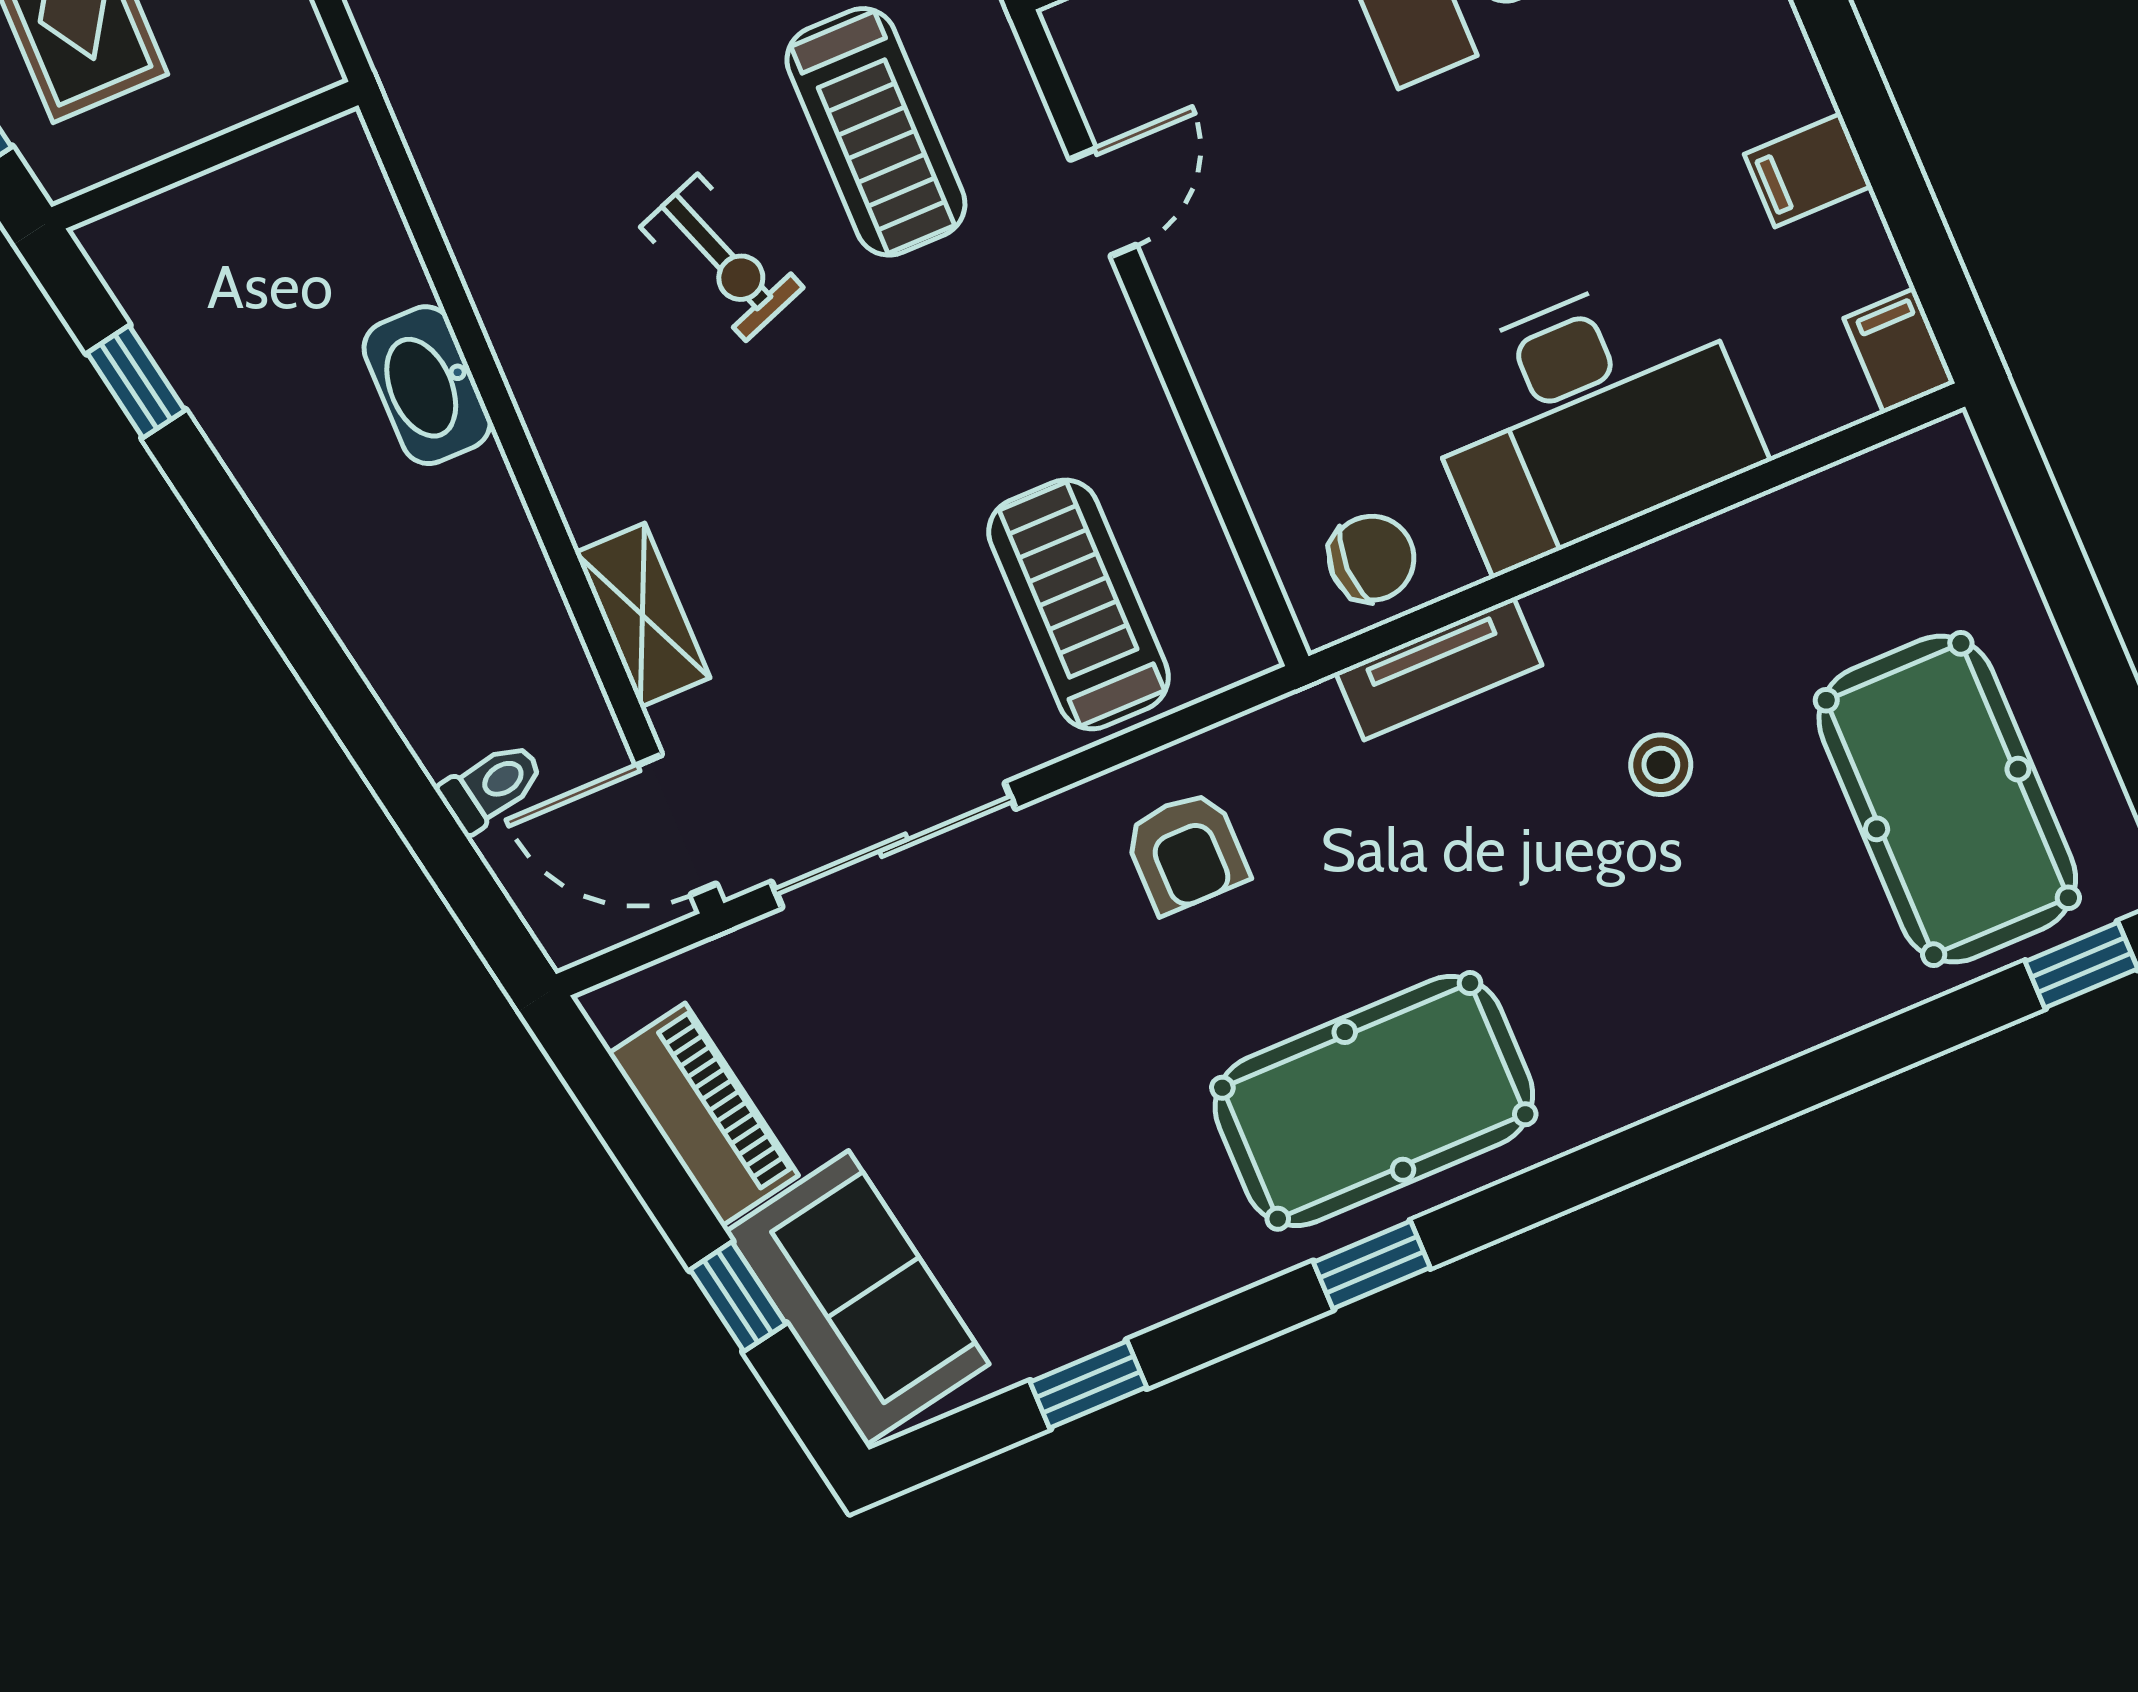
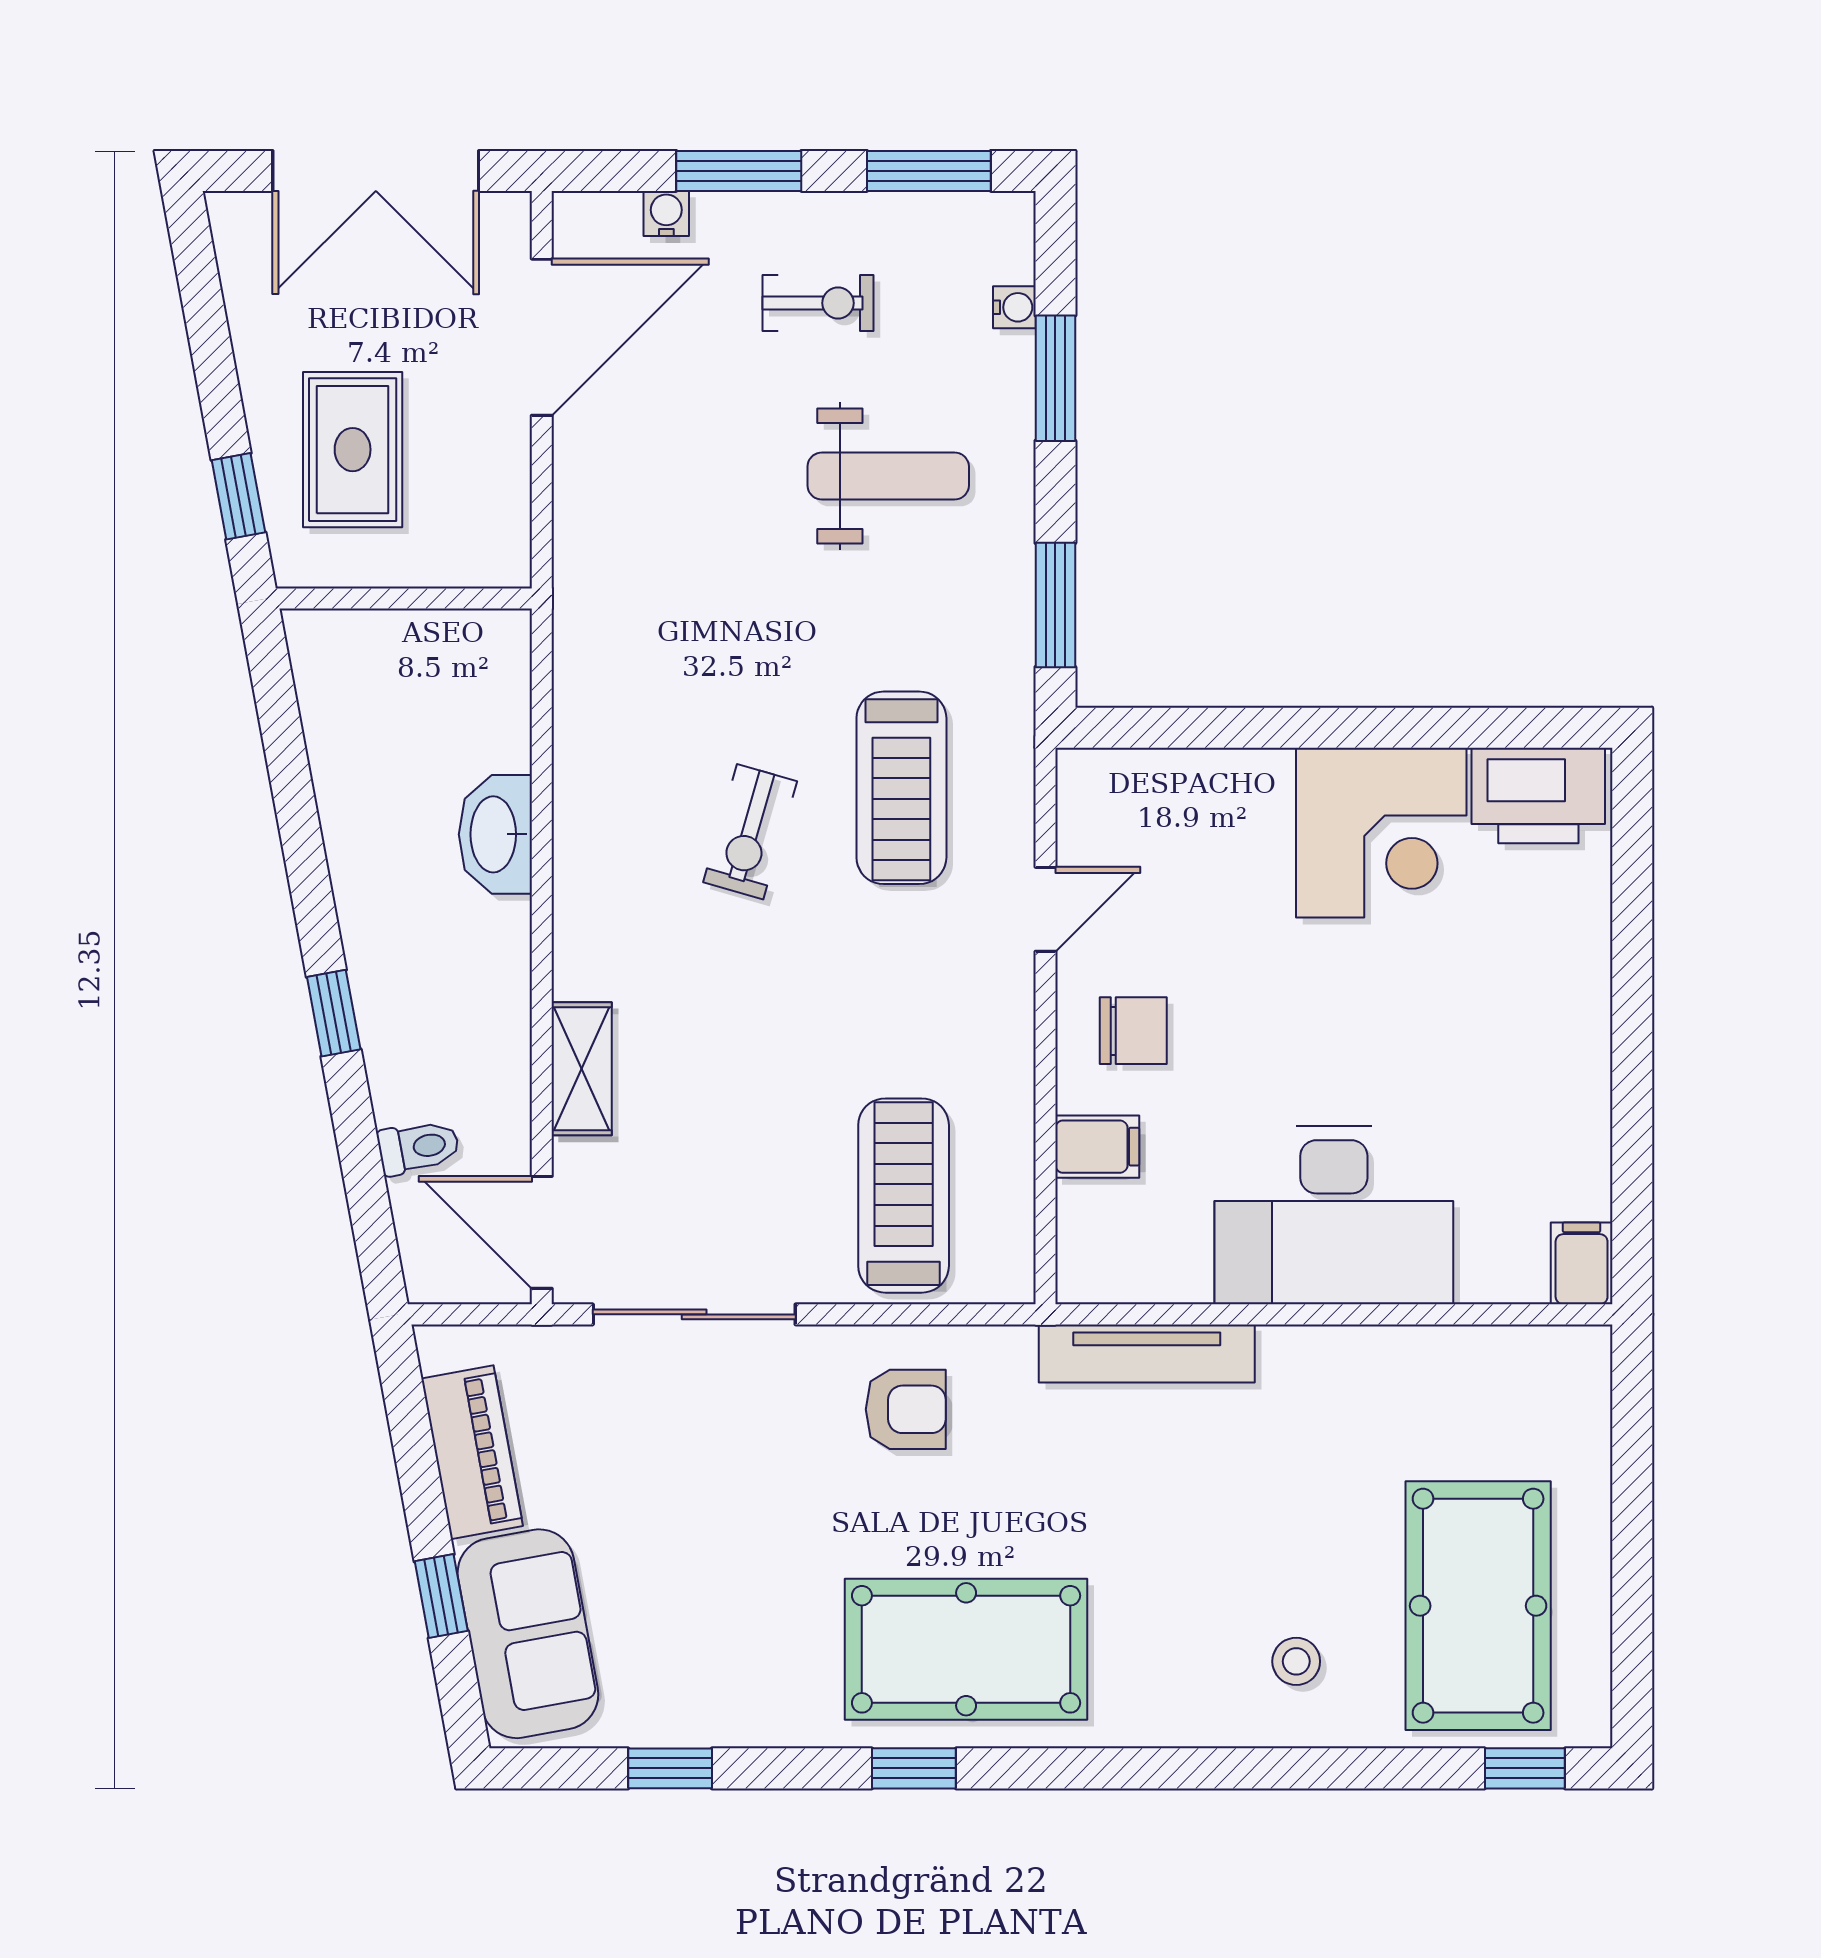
filing cabinet: (1808, 170) -> (1097, 1147), moved, turned 180
exercise bike: (722, 257) -> (750, 832), turned 36
window: (136, 382) -> (334, 1013), moved
chair: (1372, 558) -> (1133, 1031), moved
tv unit: (1439, 669) -> (1147, 1354), width x1.41
stool: (1661, 765) -> (1296, 1661), moved
armchair: (1186, 852) -> (906, 1409), turned -90

